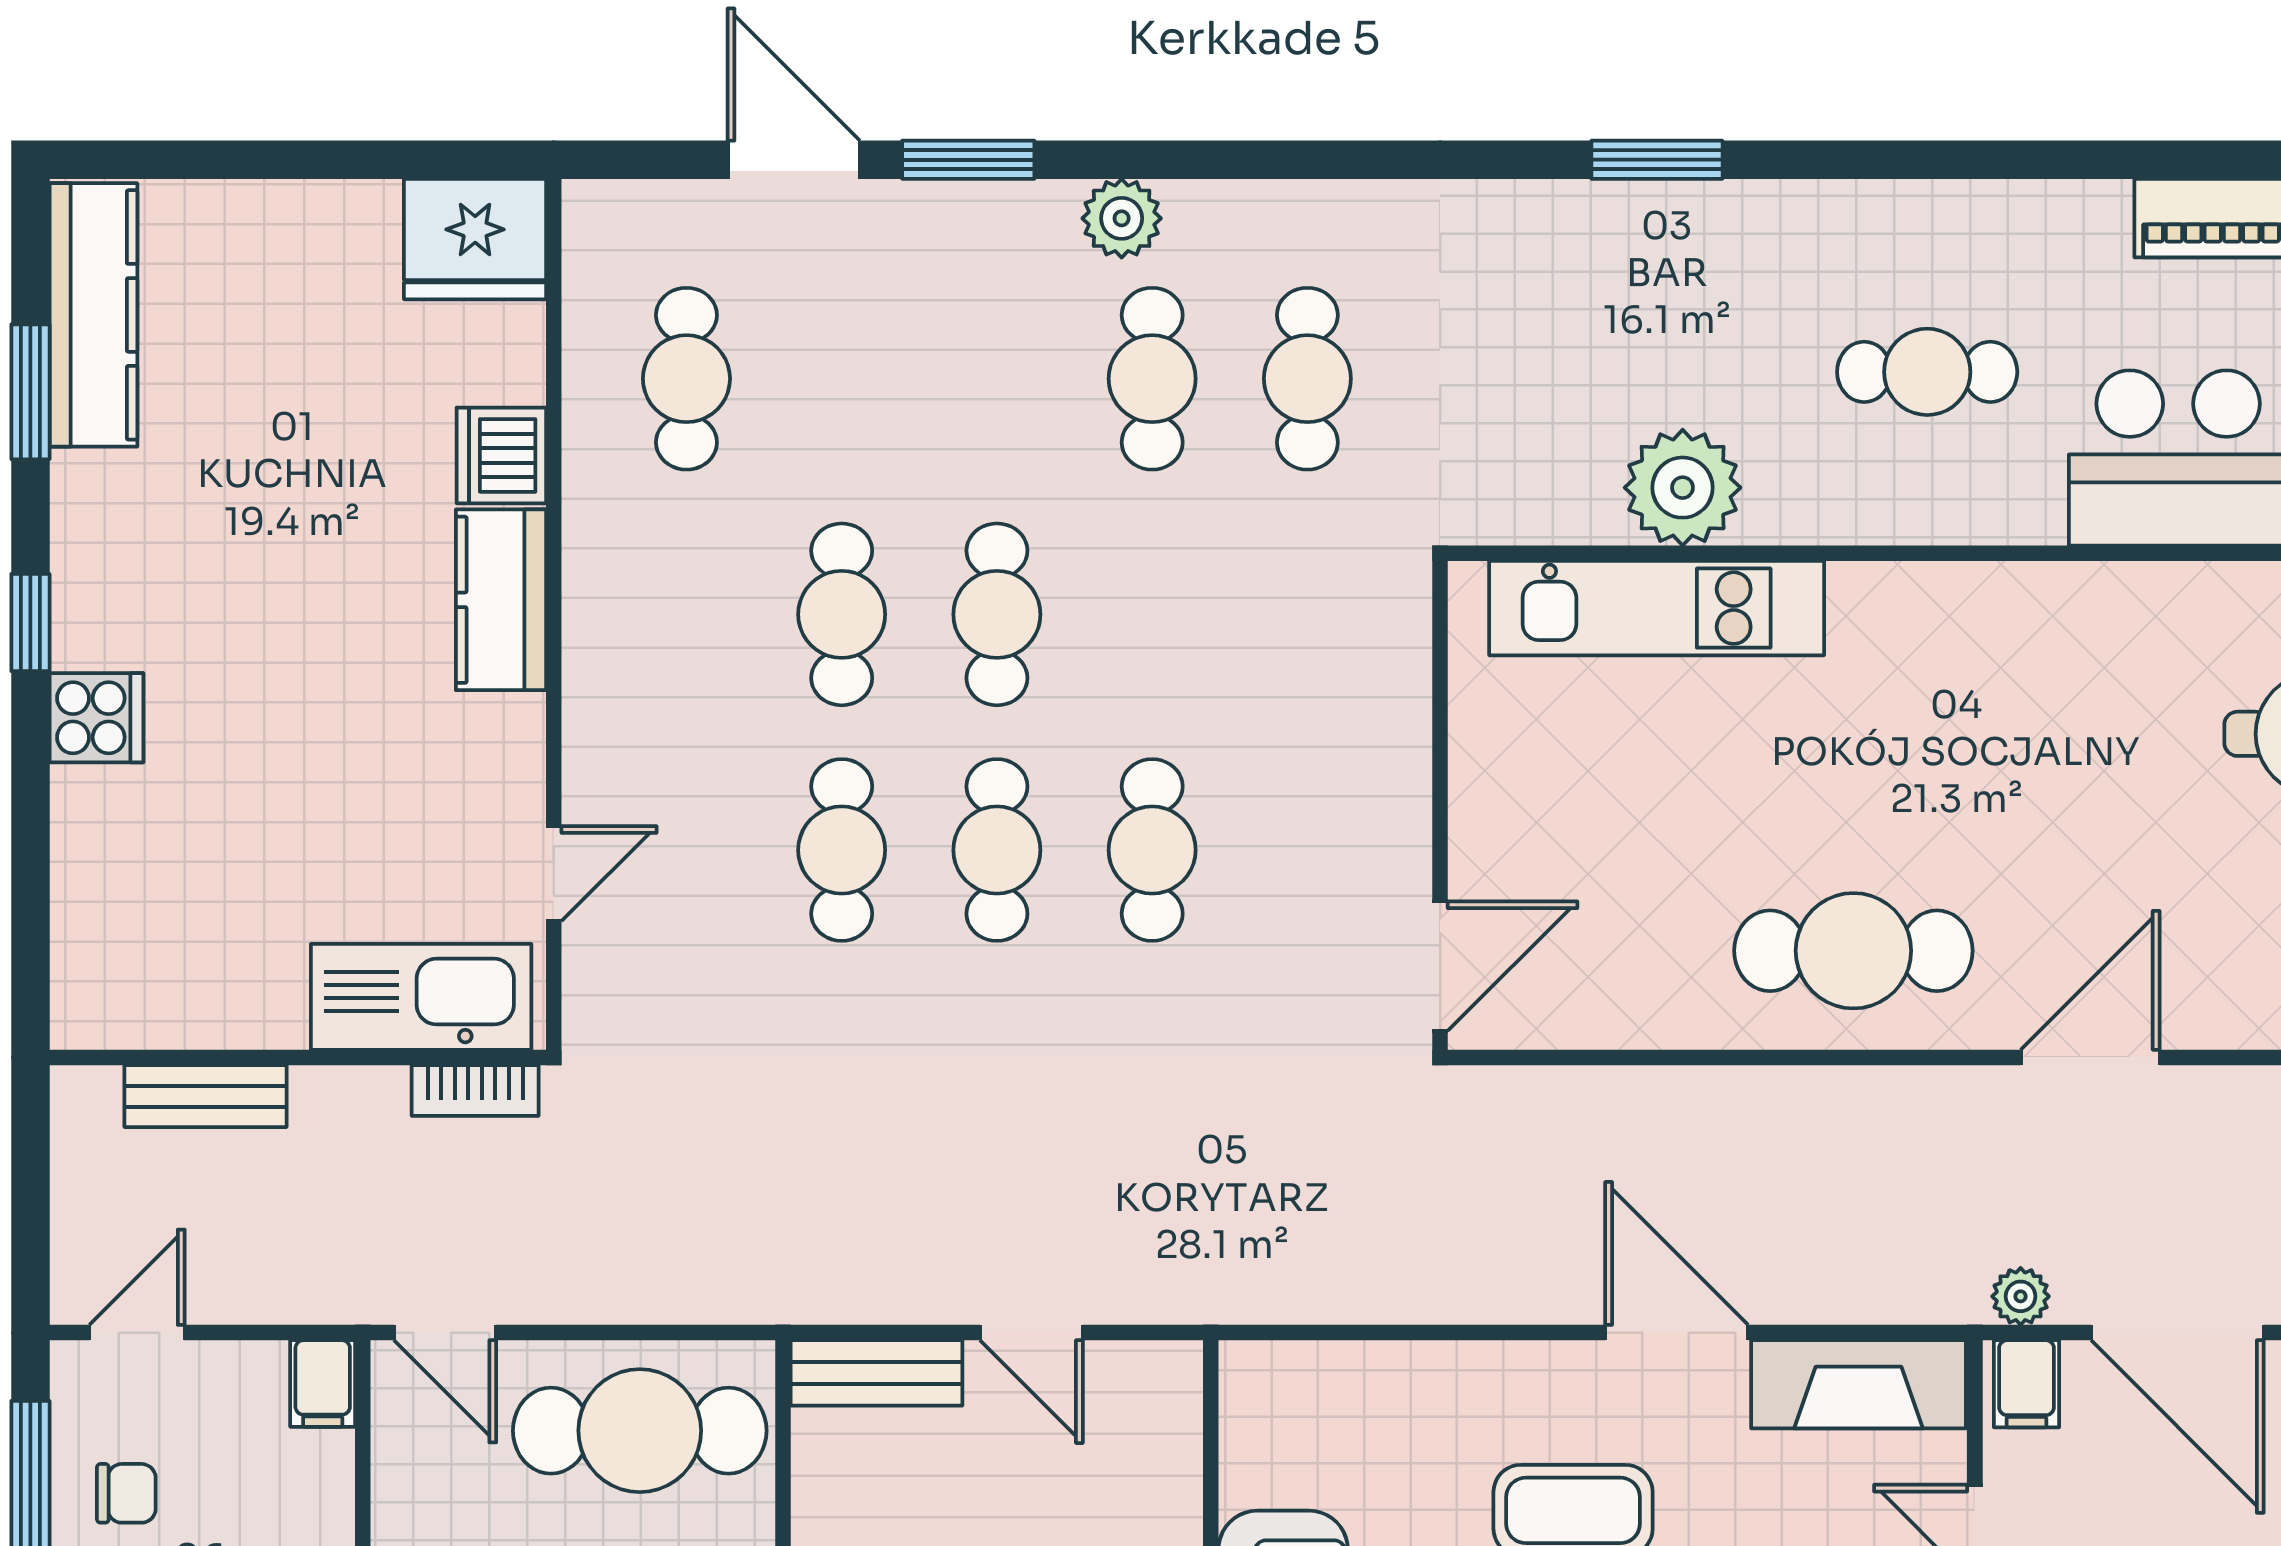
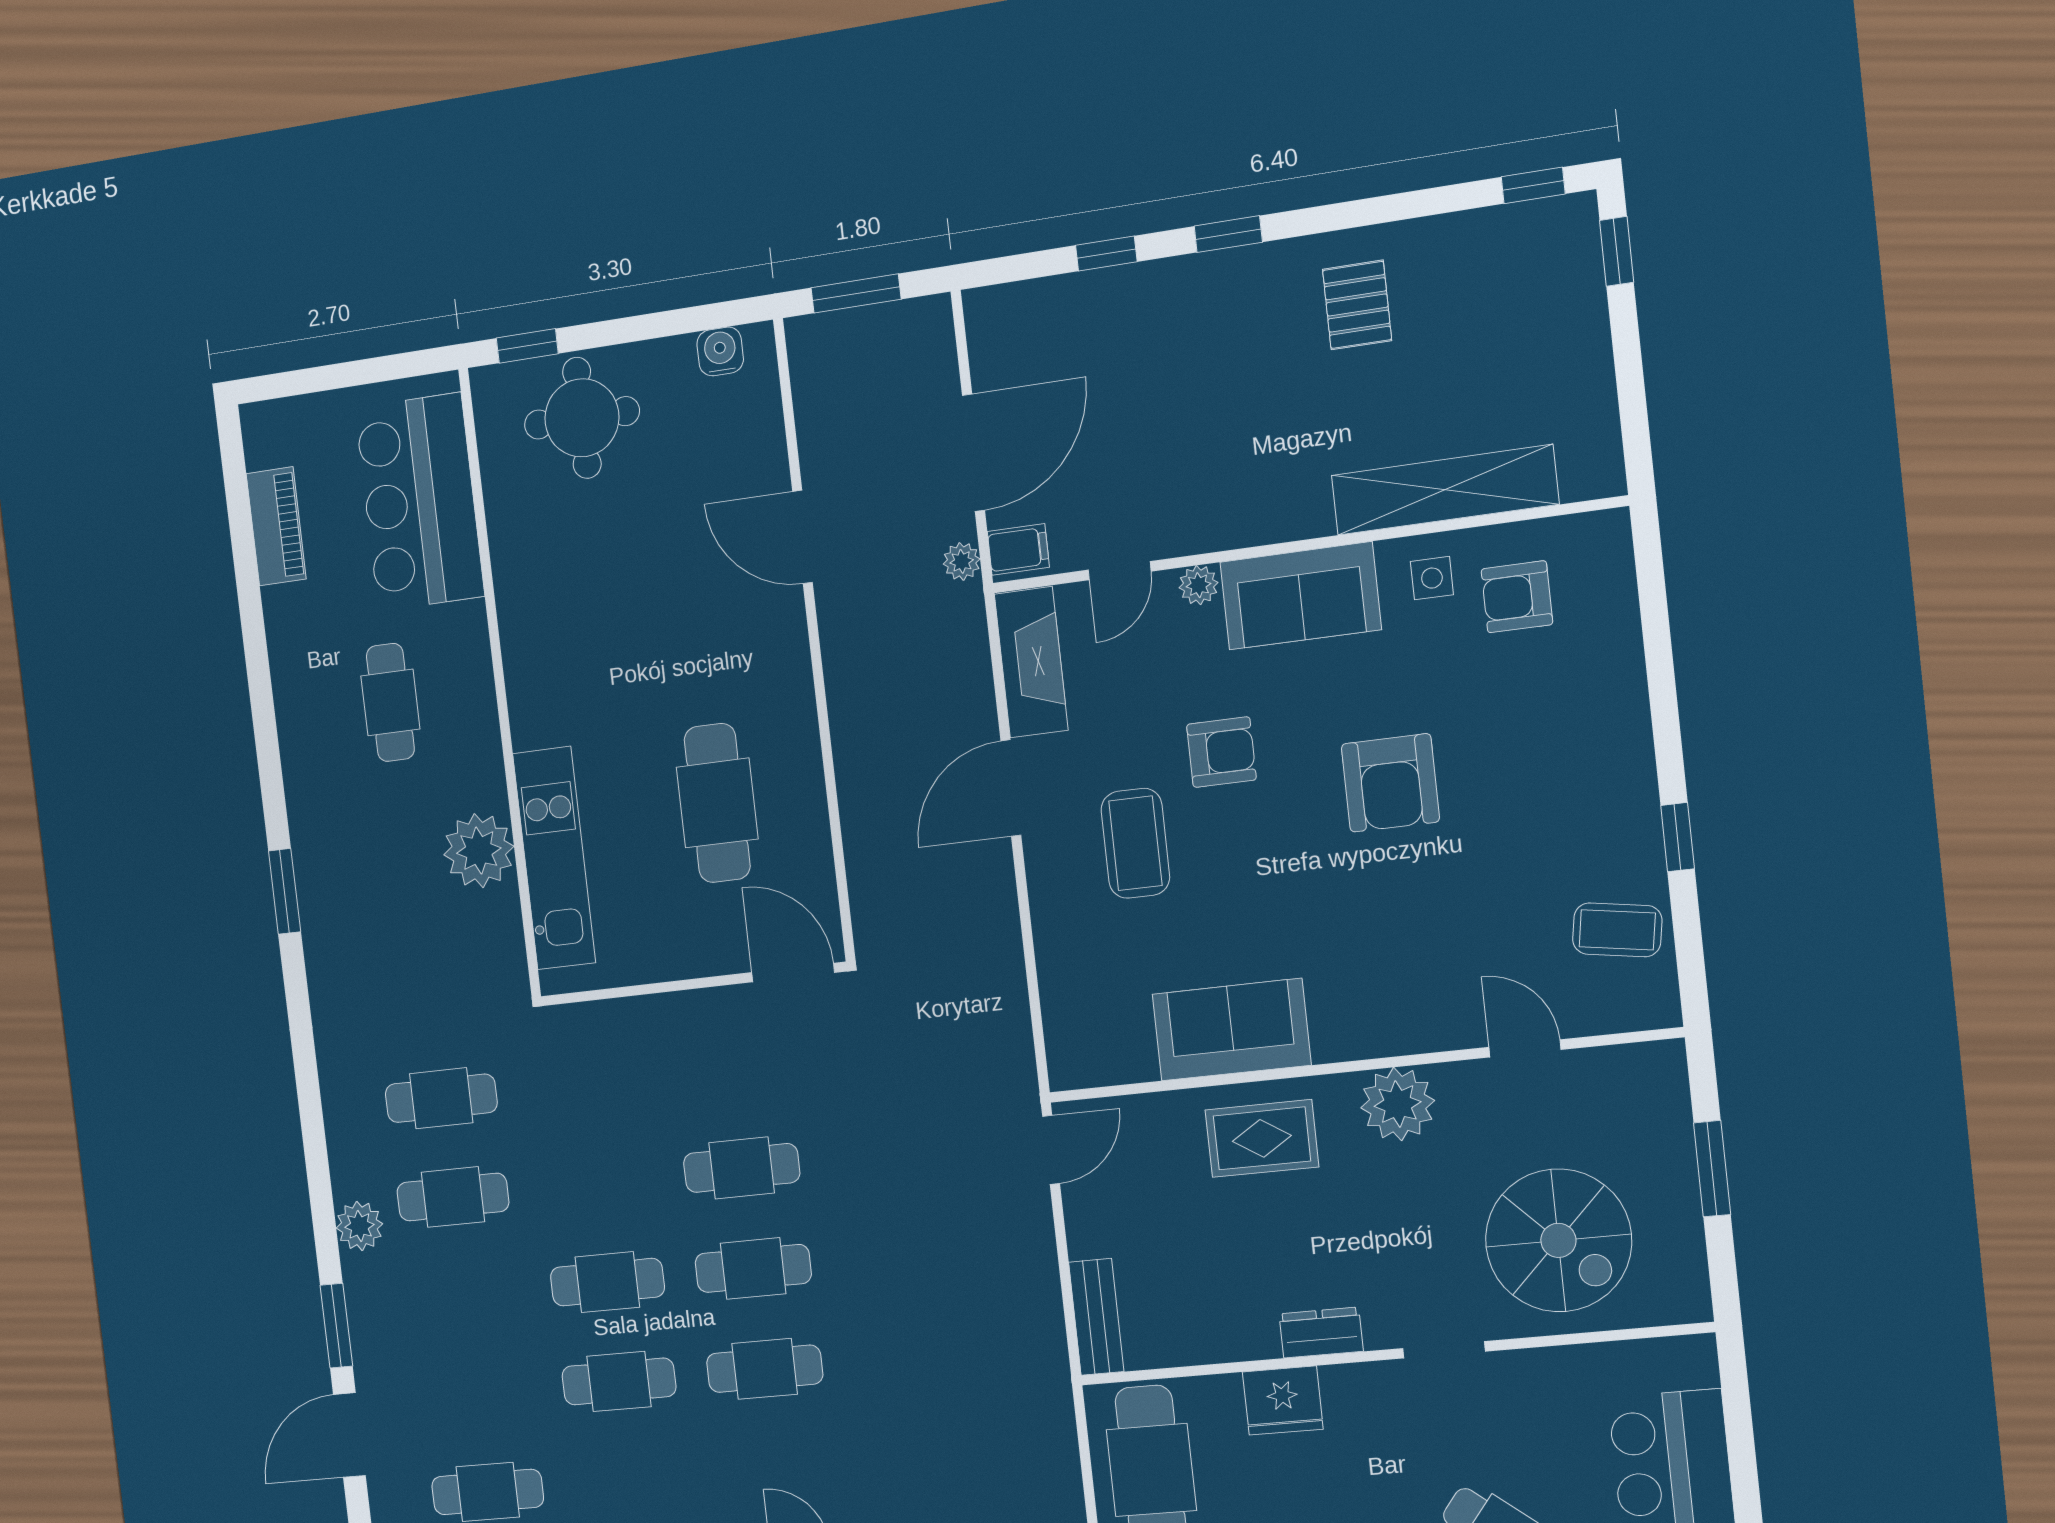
cafe table: (1853, 951) -> (717, 803), moved
door: (1031, 1333) -> (1051, 1150), moved

